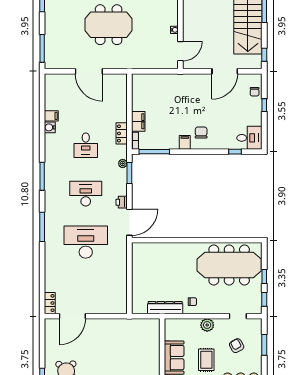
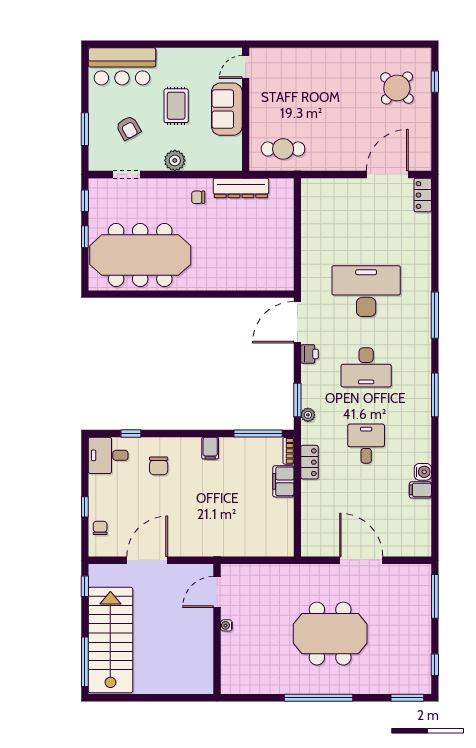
chair: (201, 132) -> (159, 466), moved
desk: (86, 242) -> (366, 291), turned 180
cafe table: (138, 332) -> (283, 149), added

